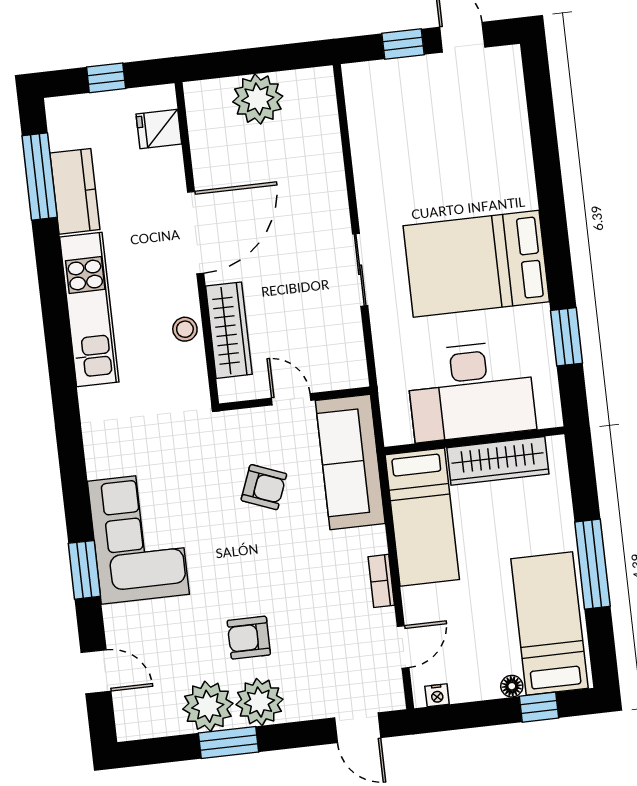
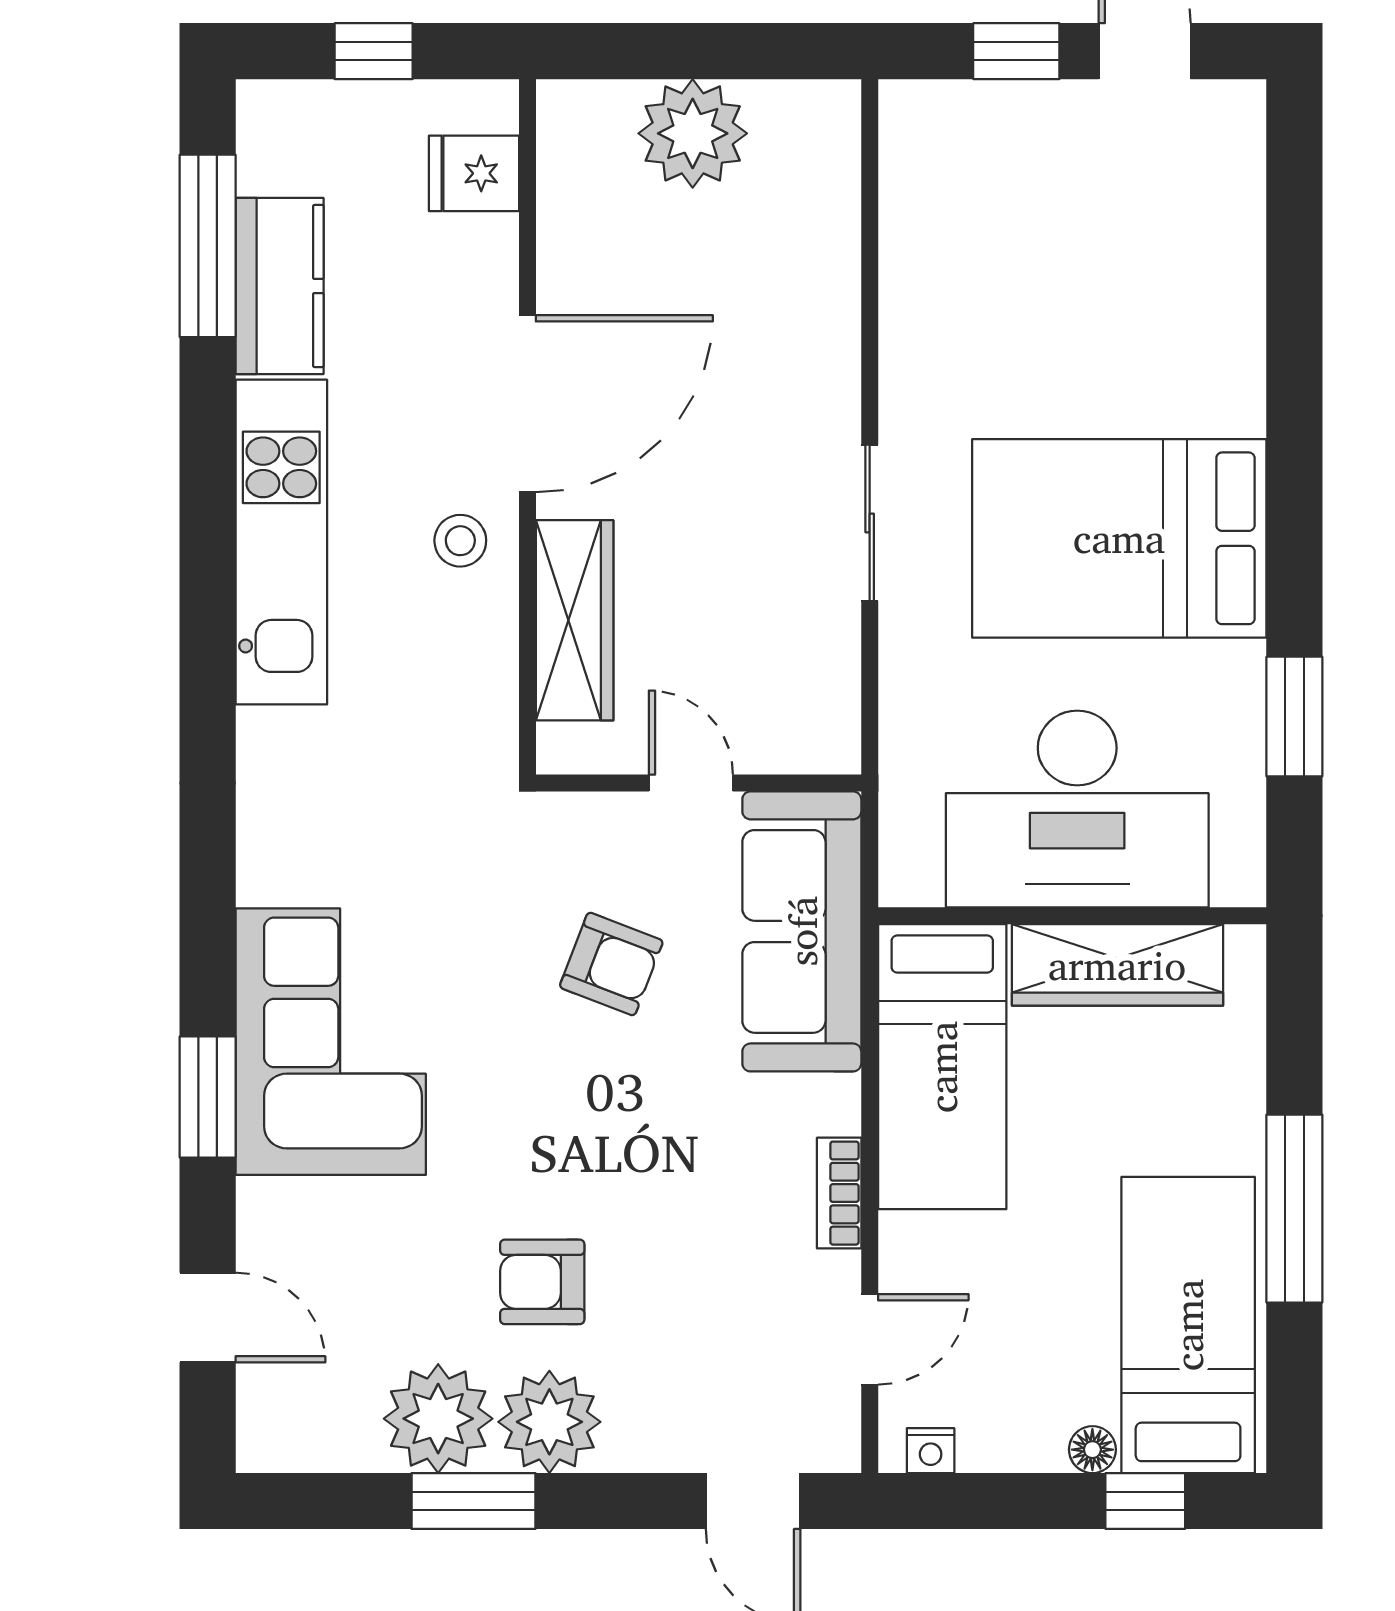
stool: (185, 329) -> (460, 541), moved

